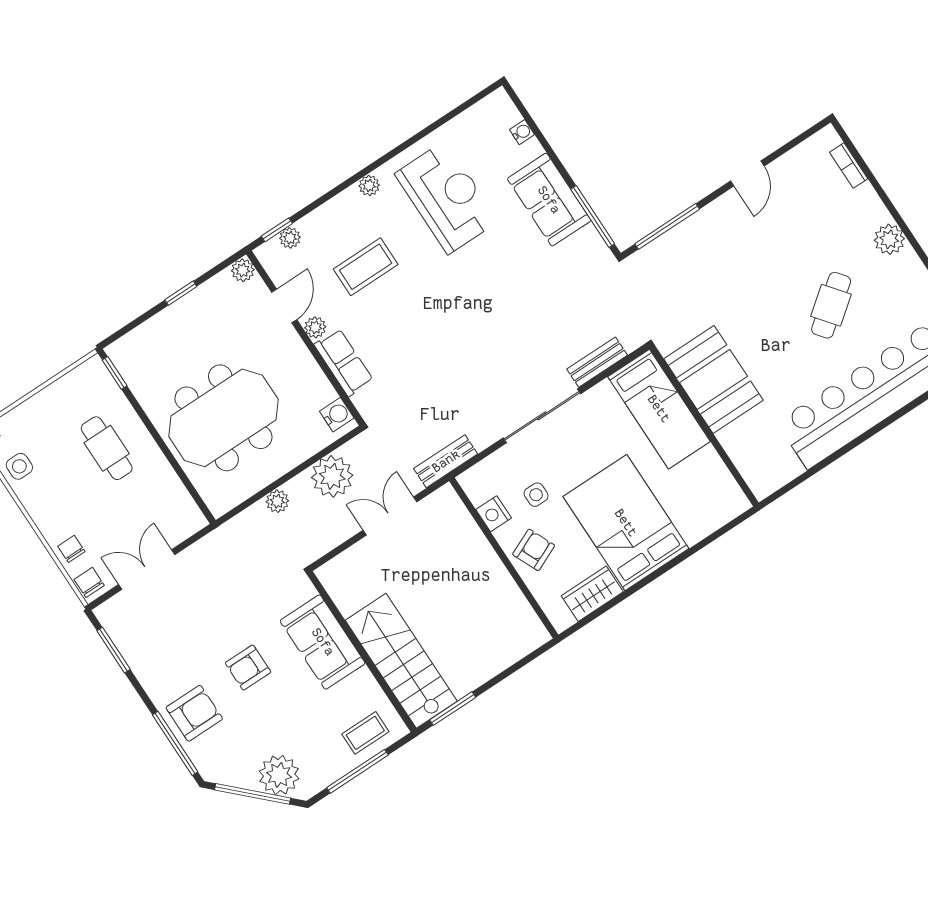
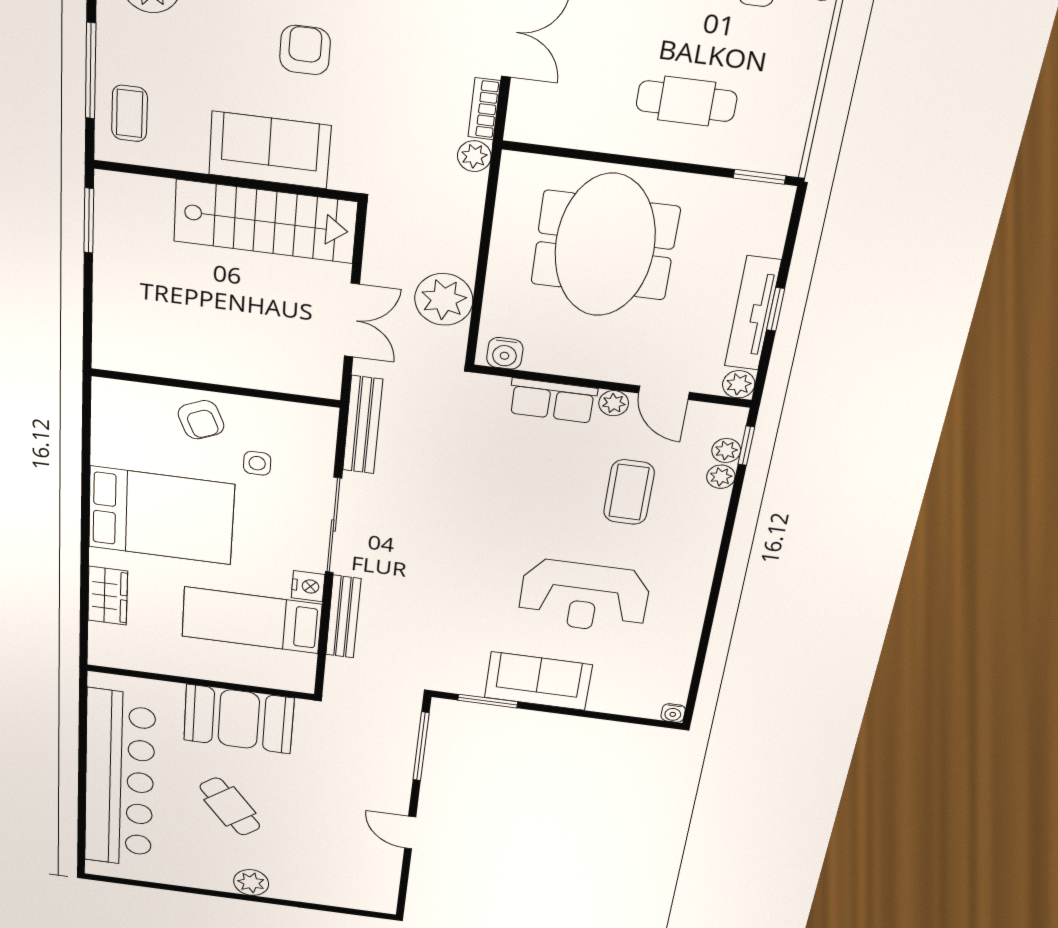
water cooler: (522, 132) -> (673, 713), moved
bookcase: (849, 166) -> (484, 109), moved, turned -90
plant: (369, 186) -> (721, 477), moved
reception desk: (447, 197) -> (584, 596), moved
window: (593, 216) -> (488, 701), width x0.69
tv unit: (194, 303) -> (753, 313), added
bench: (597, 362) -> (343, 617), width x1.36
booth: (713, 379) -> (239, 719), moved
wall: (704, 426) -> (200, 682), moved
bench: (446, 461) -> (363, 425), width x1.36
plant: (277, 501) -> (474, 156), moved
nightstand: (494, 514) -> (308, 586), moved, turned 90
wardrobe: (592, 594) -> (108, 596), moved
stairs: (401, 661) -> (265, 222), moved

